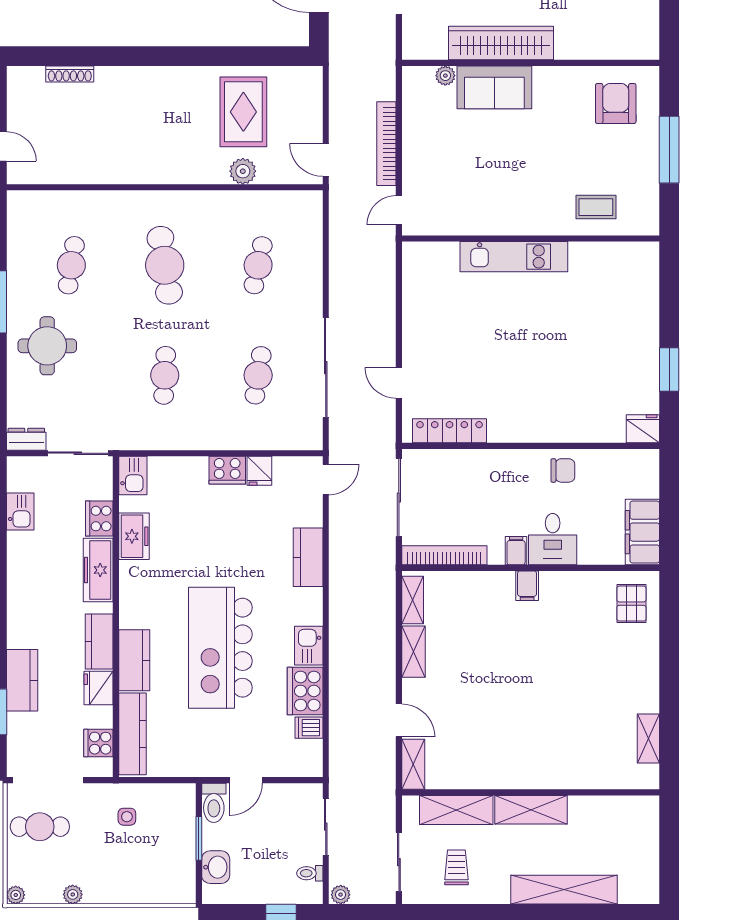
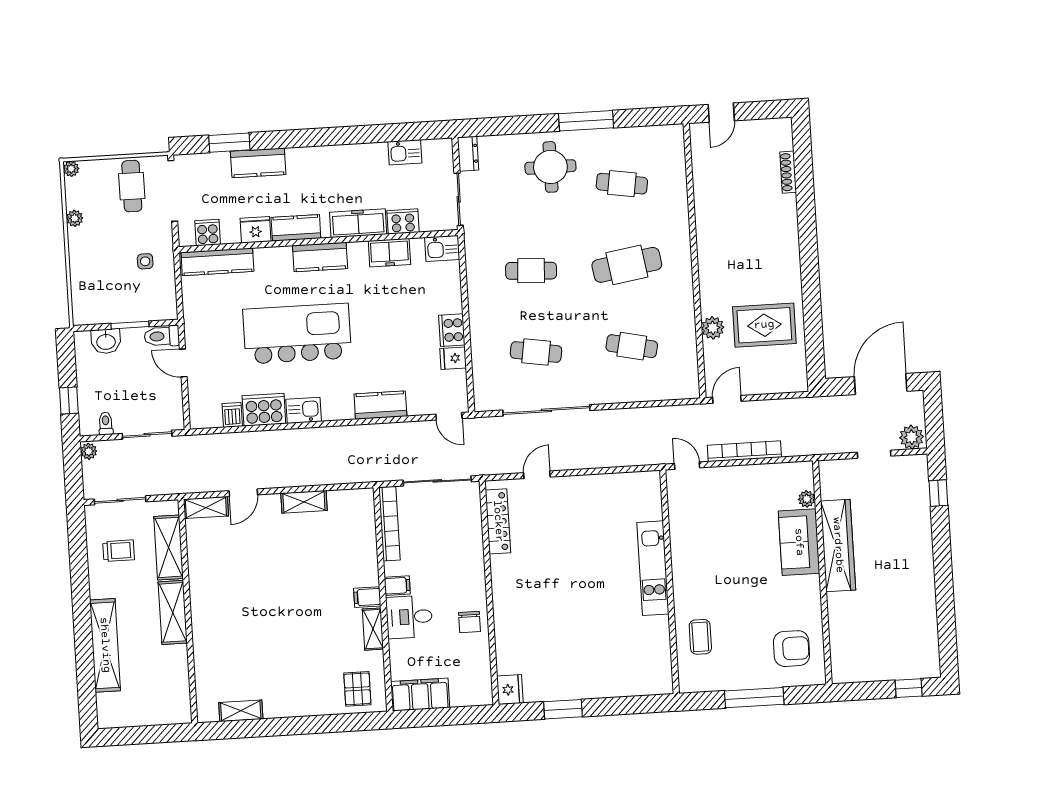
shelving: (413, 600) -> (373, 629), moved, turned 90
pallet: (631, 604) -> (357, 689), turned 90
kitchen counter: (134, 660) -> (320, 257), moved

